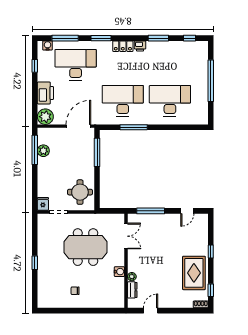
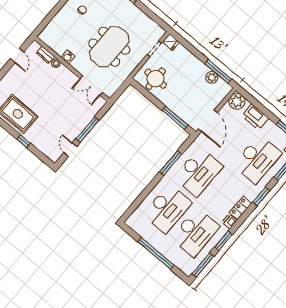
window: (190, 38) -> (203, 265), width x2.17
desk: (170, 65) -> (195, 232), added
window: (151, 211) -> (87, 130), moved

